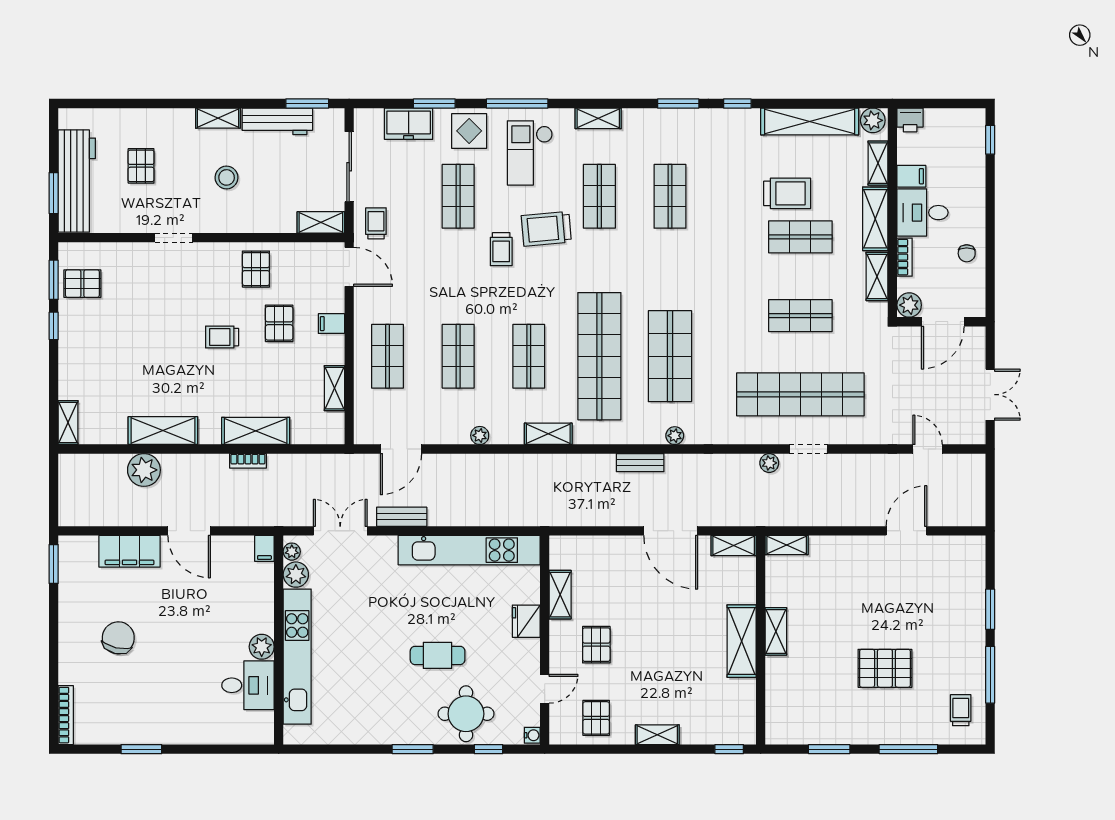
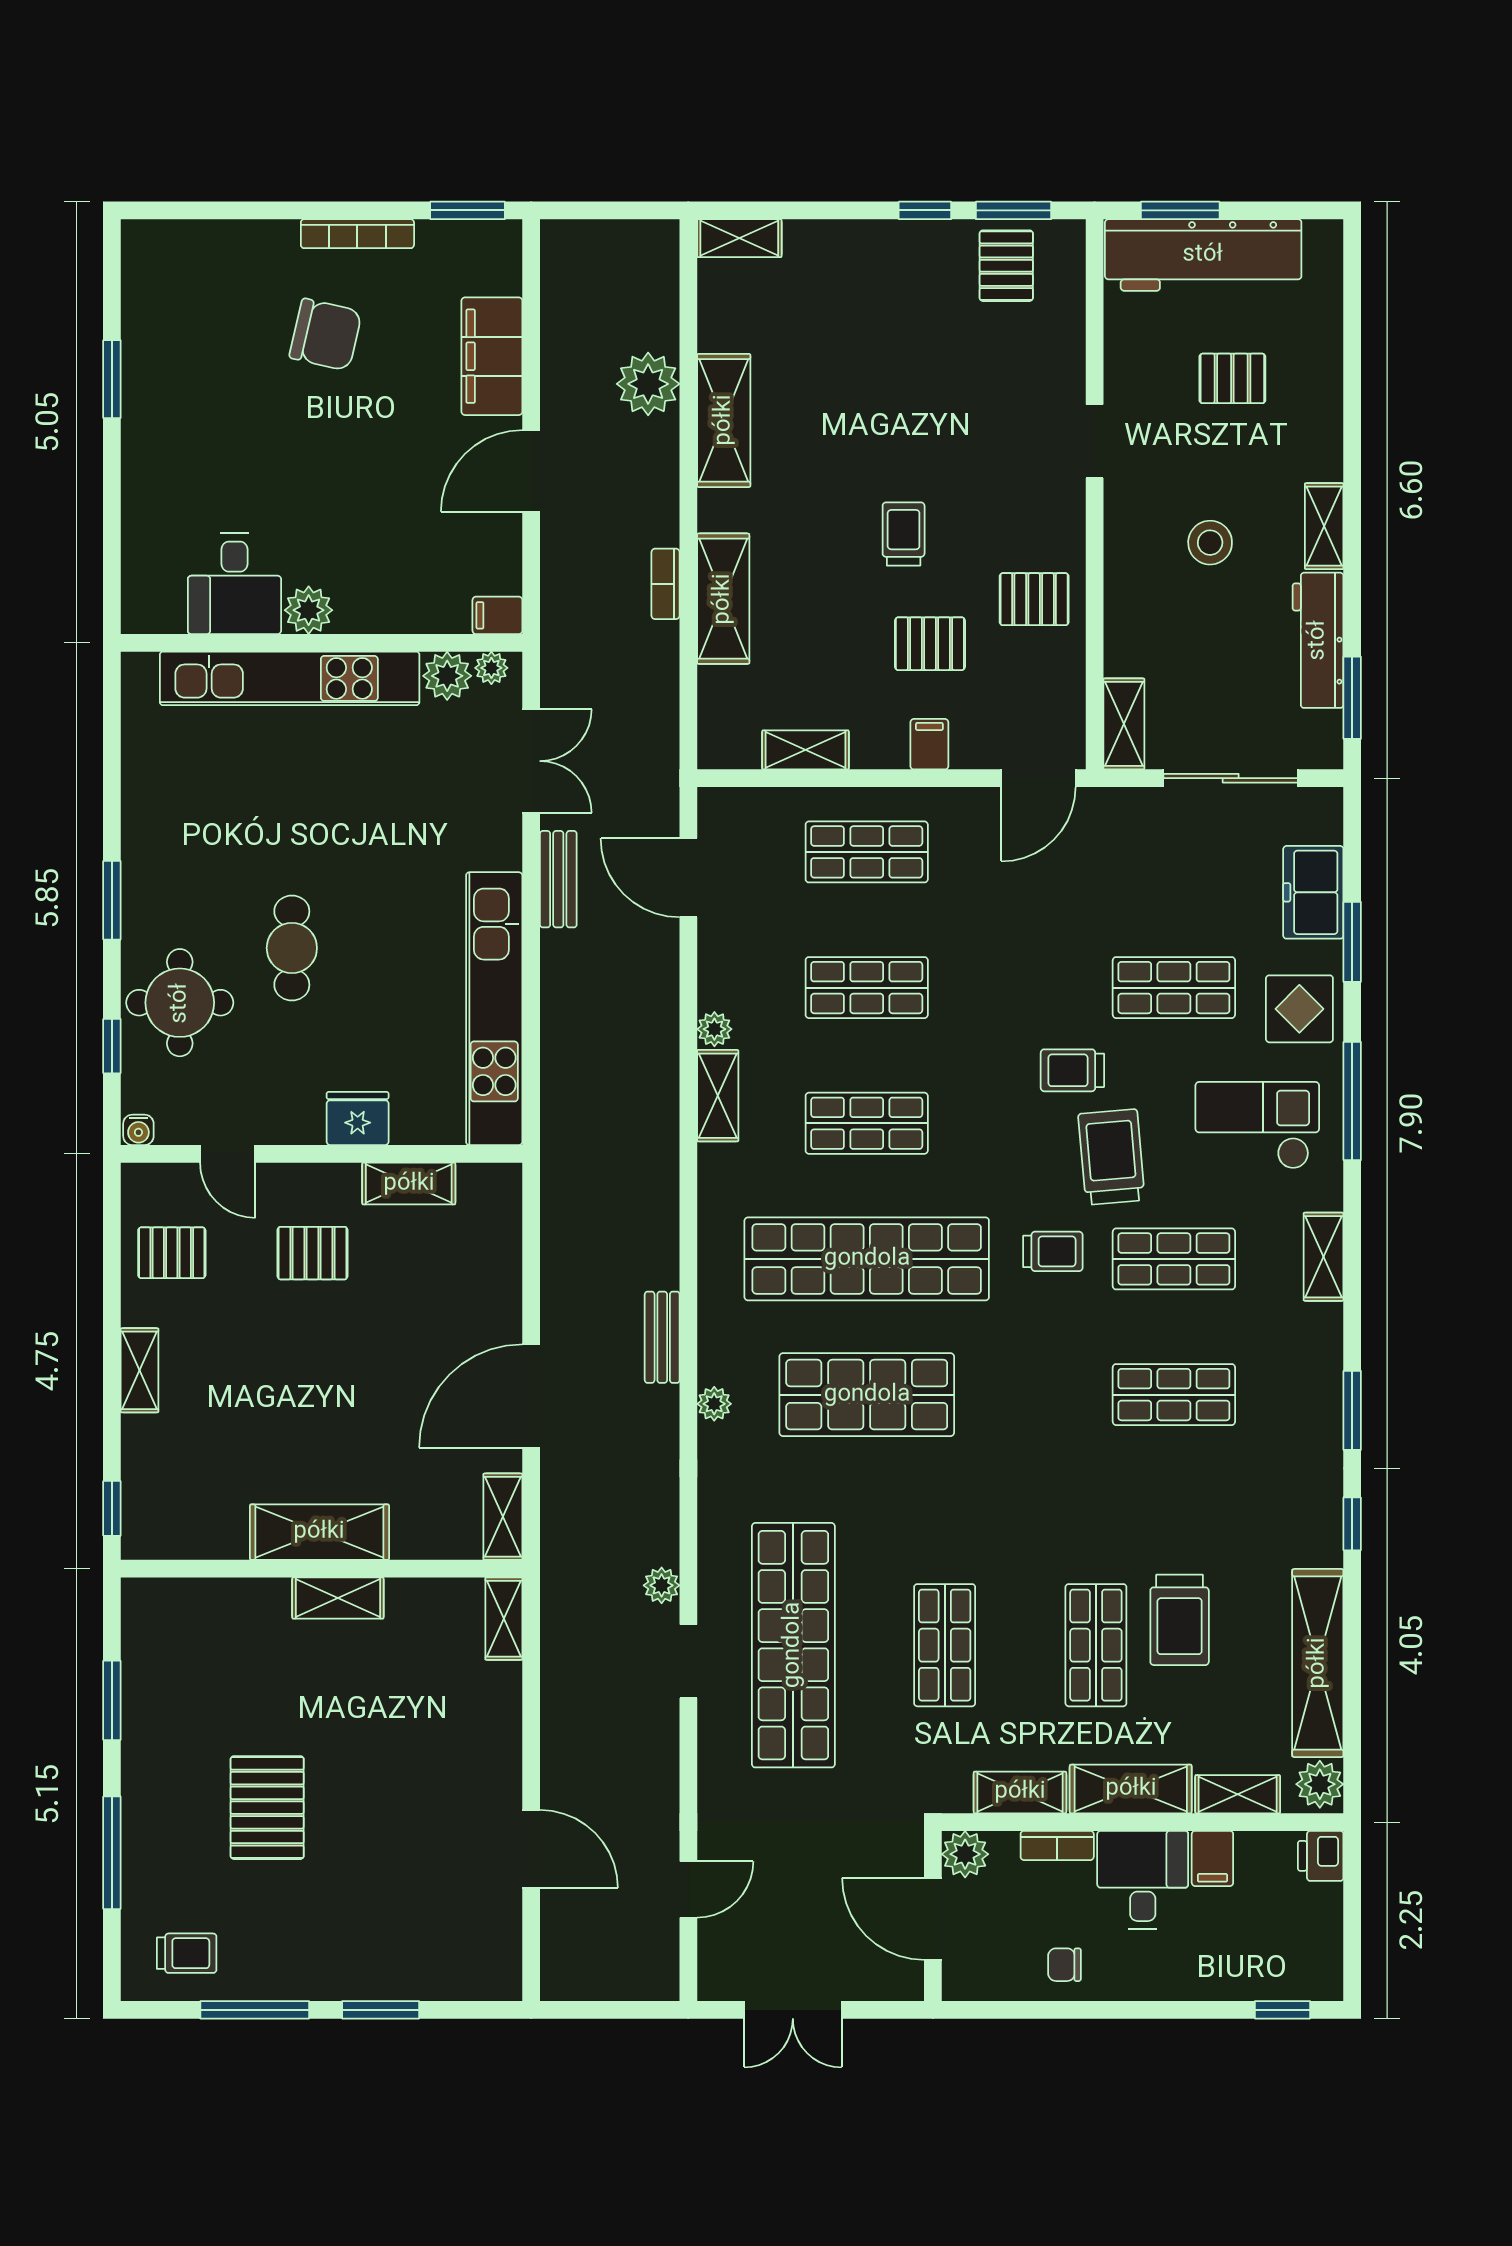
trolley: (376, 223) -> (1053, 1251), moved
shelving: (548, 434) -> (718, 1096), moved
bookcase: (66, 715) -> (357, 234), moved

